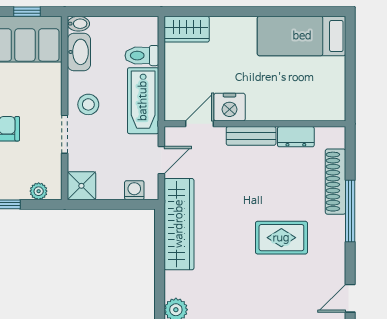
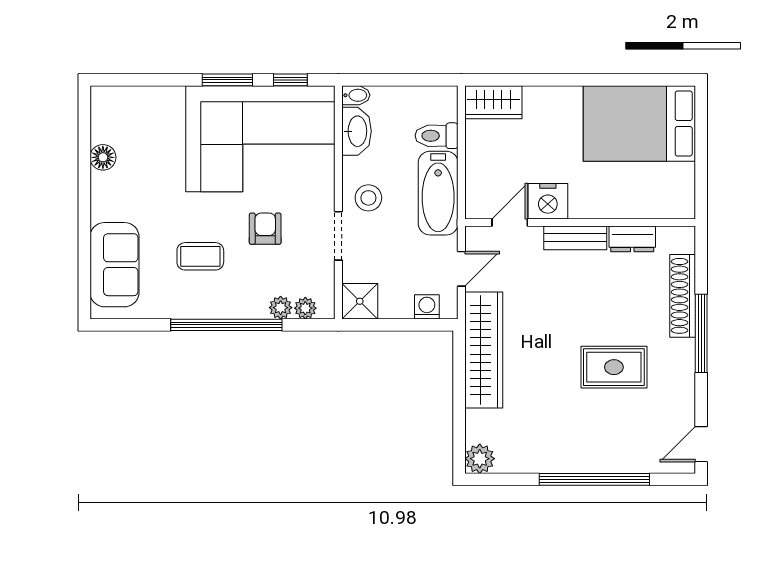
bed: (302, 36) -> (639, 124), width x1.50
plant: (19, 191) -> (281, 308), added

